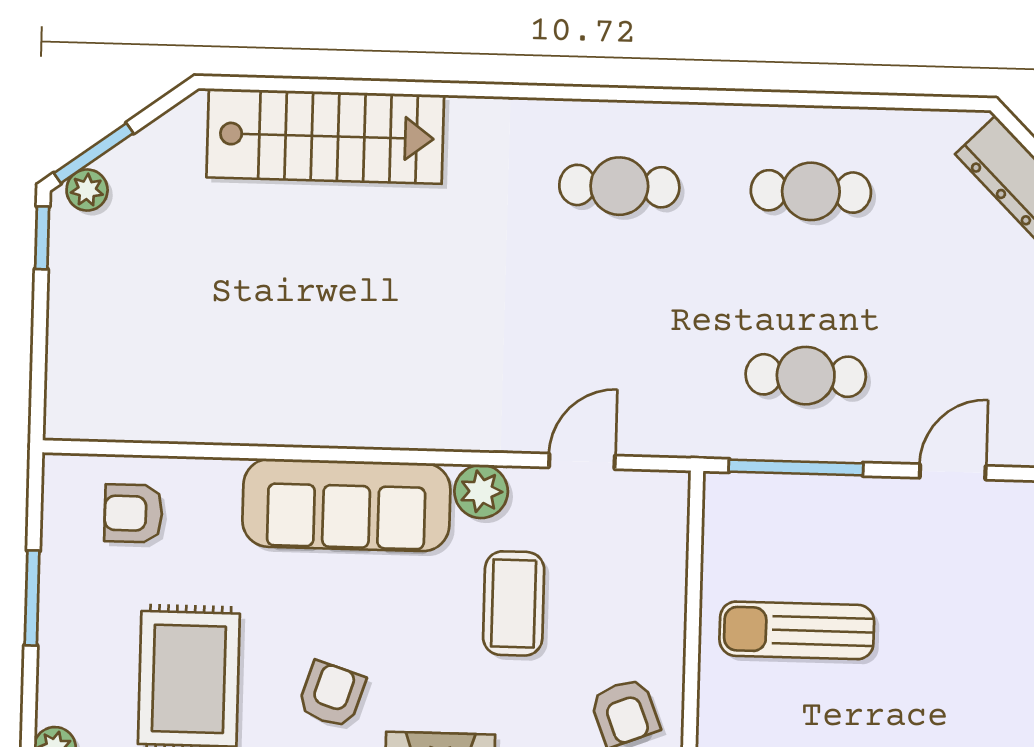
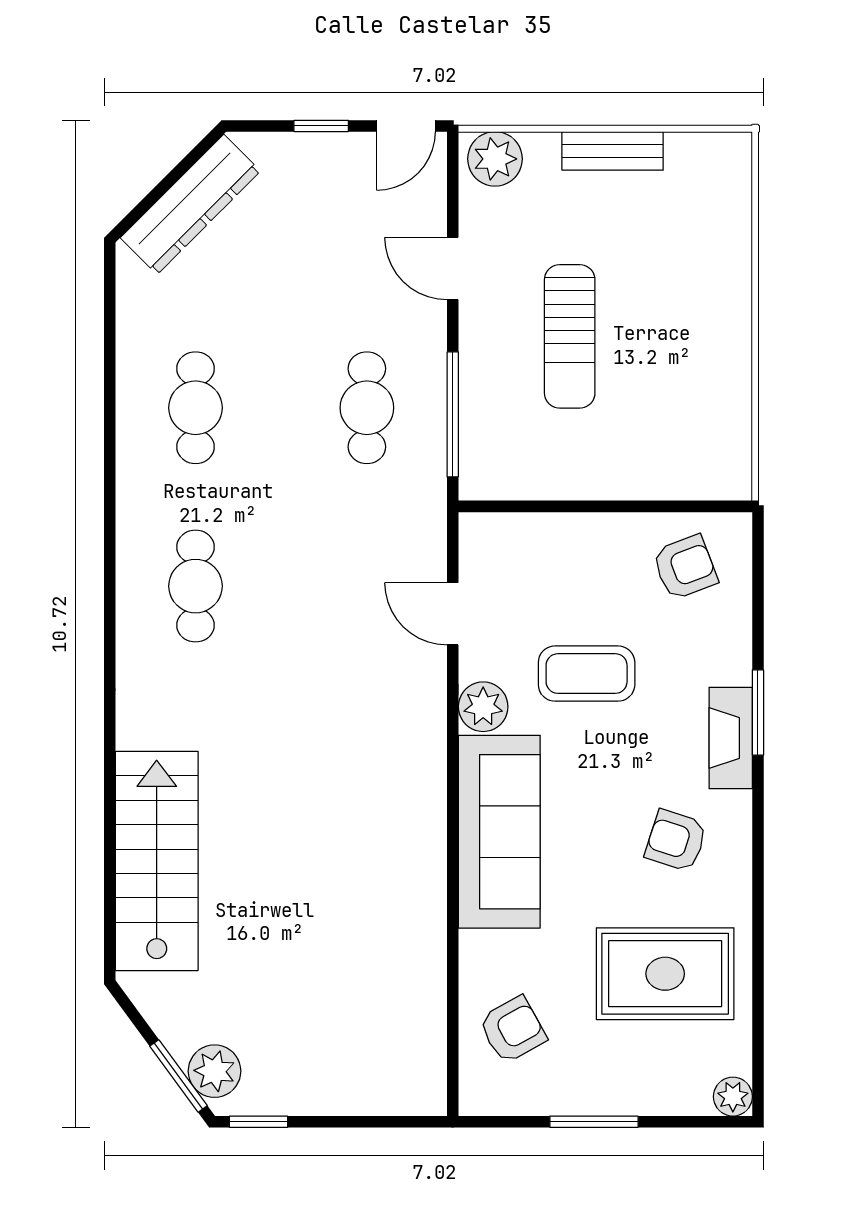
plant: (87, 190) -> (215, 1071), width x1.38, depth x1.38
armchair: (133, 513) -> (513, 1030), turned -119
sun lounger: (797, 630) -> (570, 336), moved

